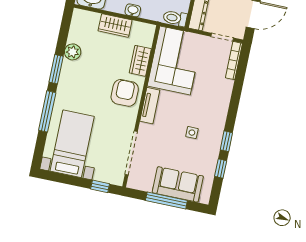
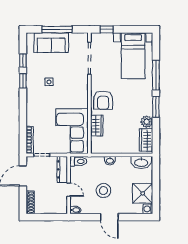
wardrobe: (115, 25) -> (146, 140), moved, turned -90
tv unit: (150, 106) -> (83, 95), removed

